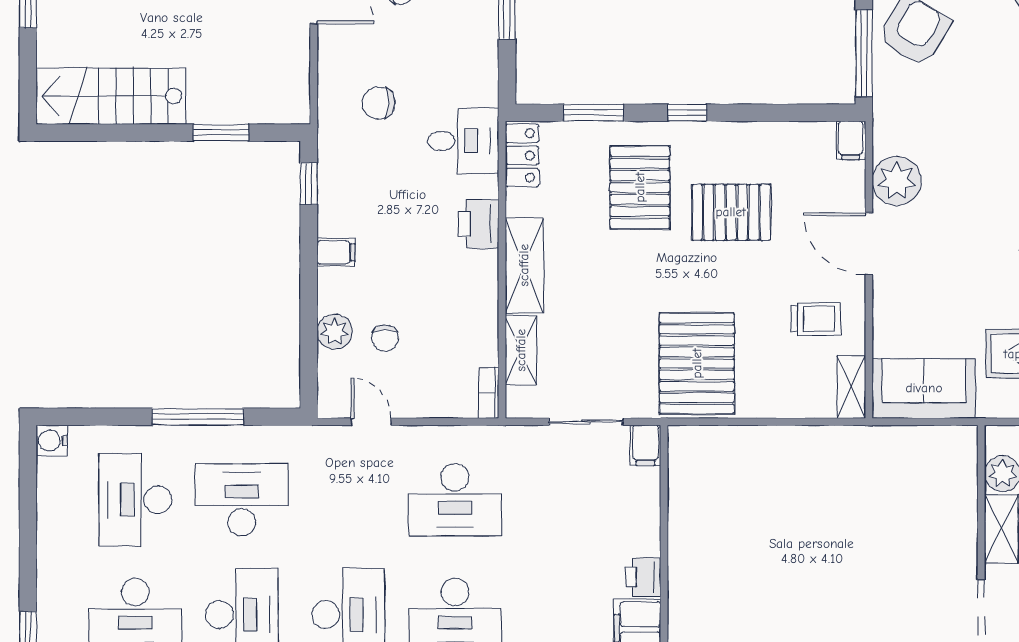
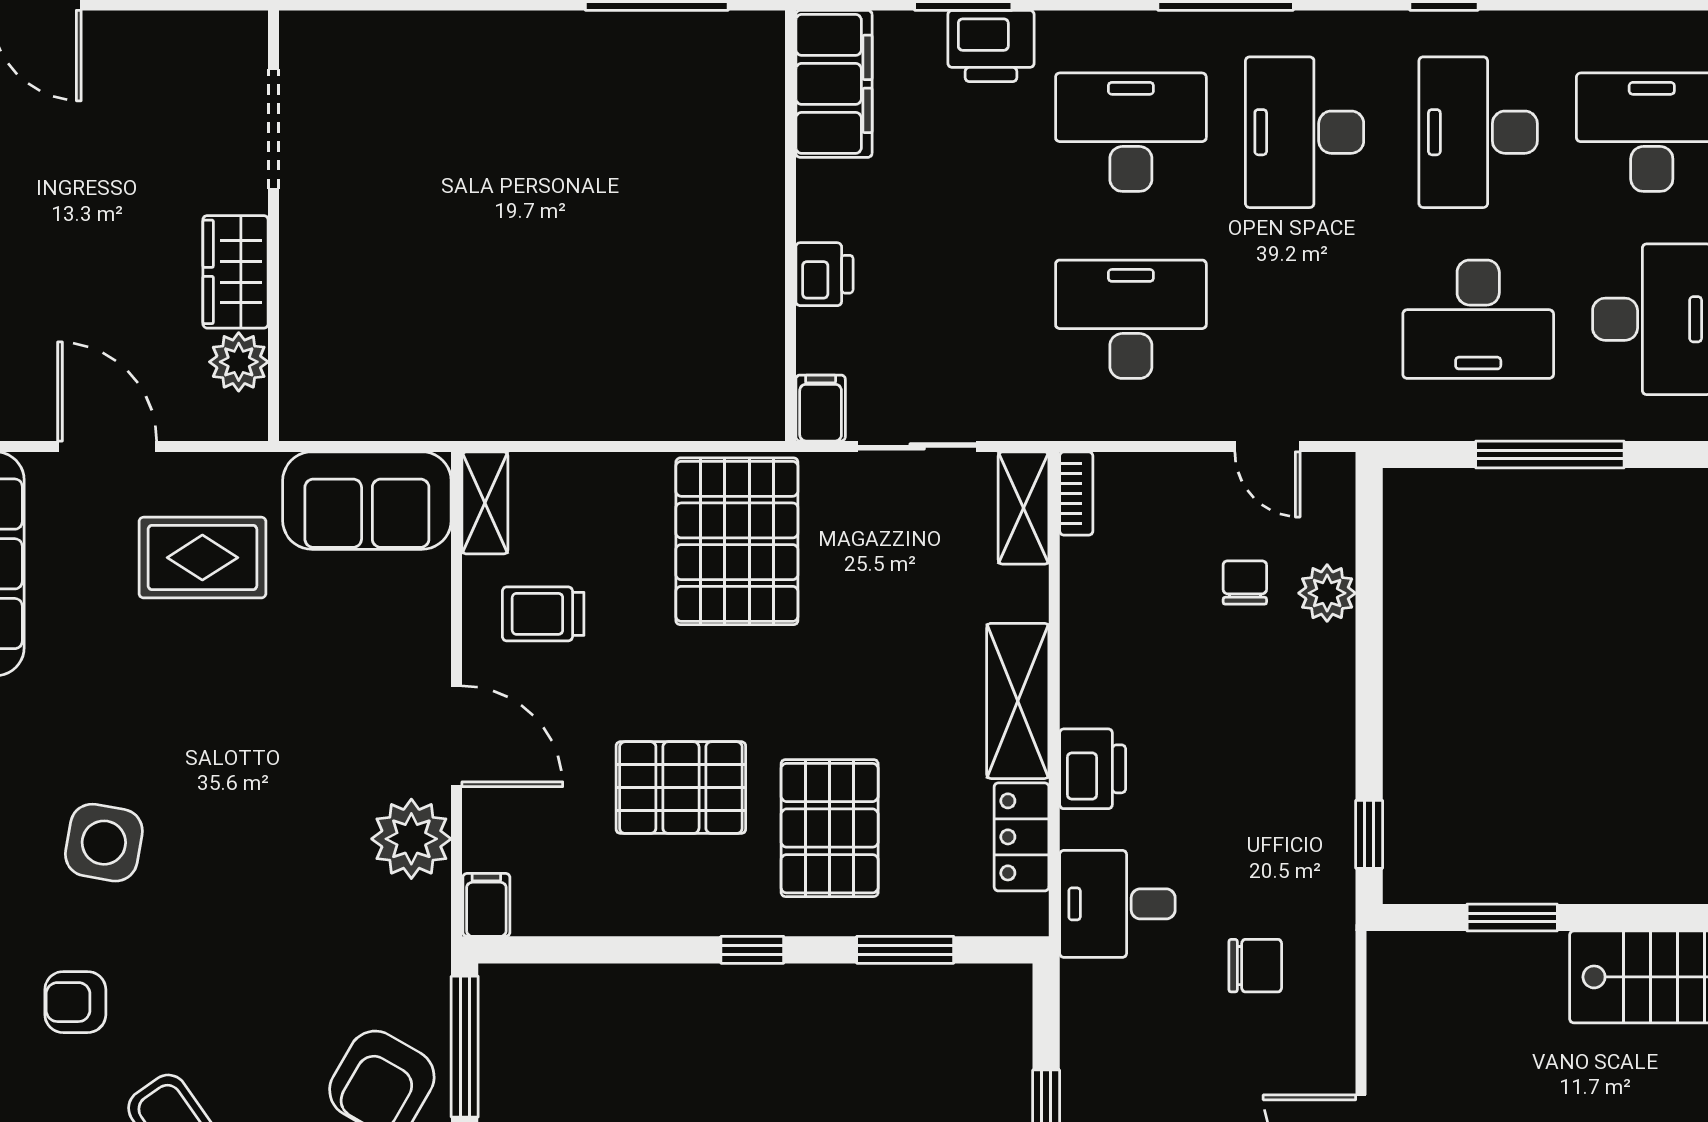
locker: (522, 155) -> (1021, 837), moved
filing cabinet: (336, 252) -> (1325, 722), removed
shelving: (521, 350) -> (1024, 508), moved
printer: (643, 577) -> (824, 274), moved

